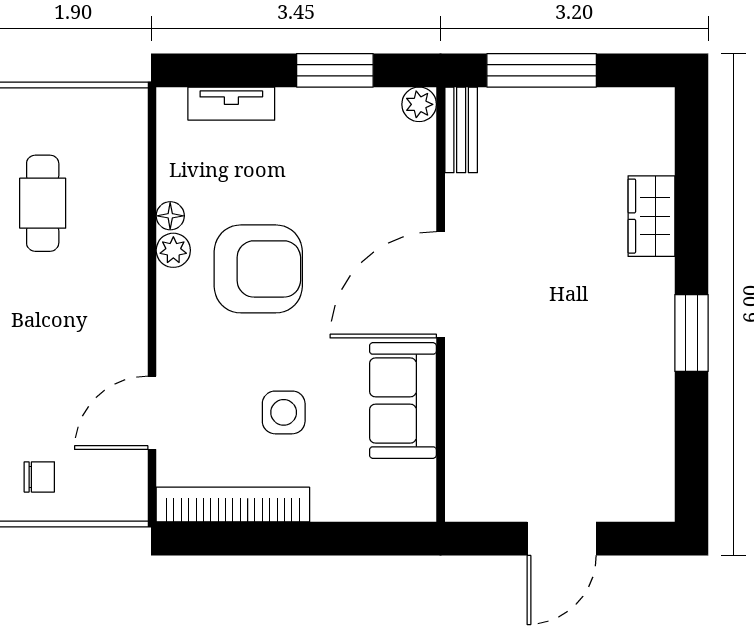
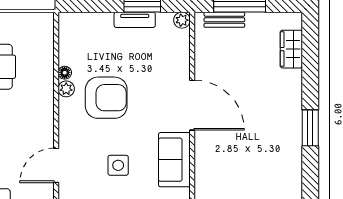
tv unit: (231, 104) -> (135, 20), moved
bench: (461, 130) -> (224, 20), moved, turned 90
wardrobe: (651, 216) -> (291, 49), moved
door: (441, 285) -> (192, 105), swing flipped

